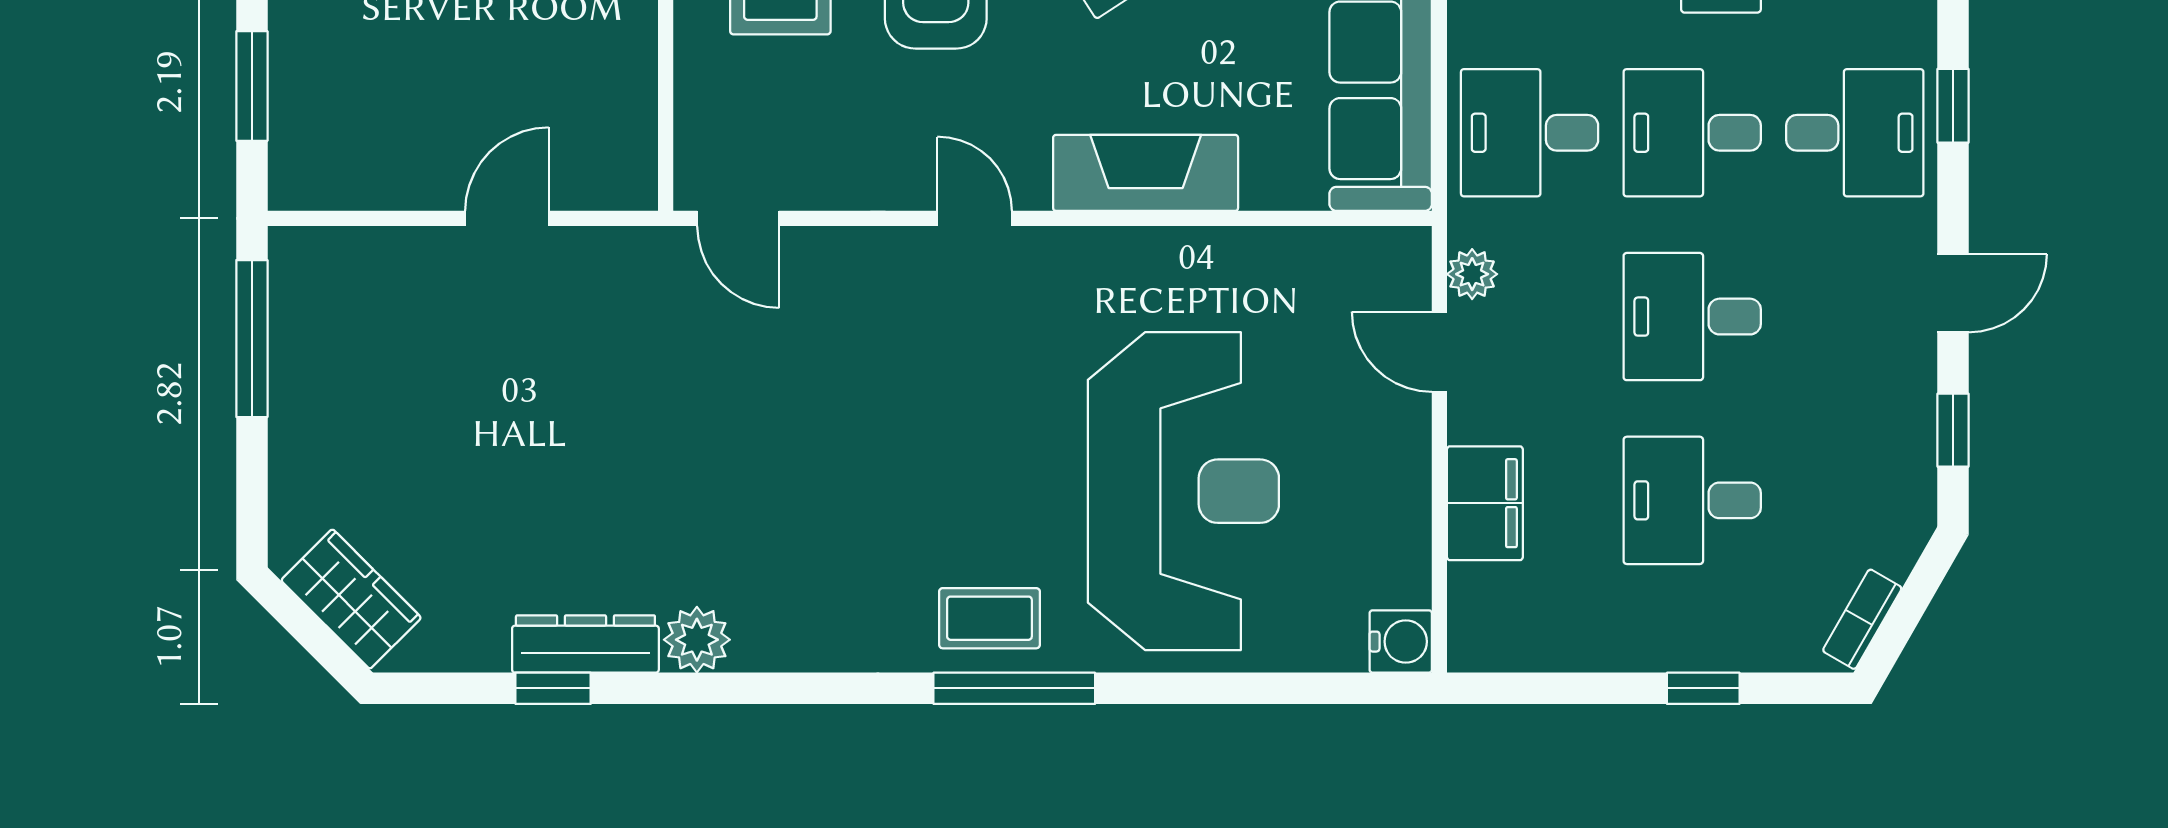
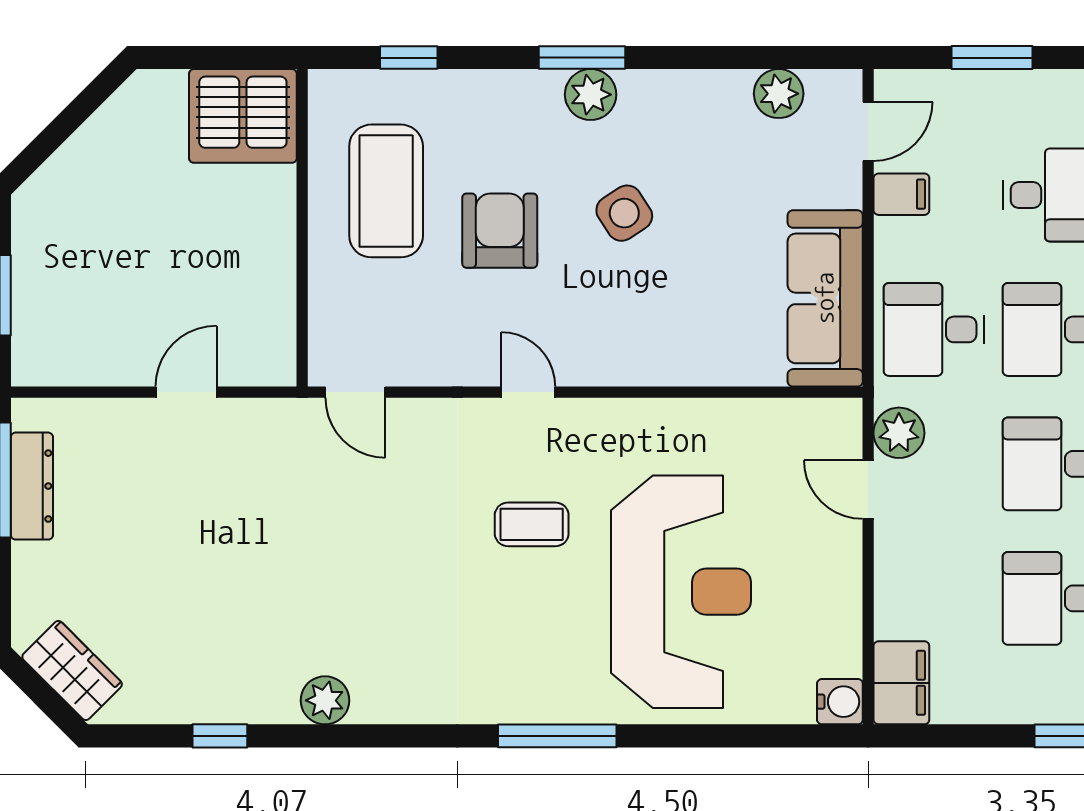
fireplace: (1146, 173) -> (653, 359), removed
plant: (1472, 274) -> (899, 433), width x1.38, depth x1.38
filing cabinet: (1485, 503) -> (901, 683), moved
coffee table: (989, 618) -> (532, 524), moved
dresser: (585, 644) -> (32, 486), moved, turned 90

